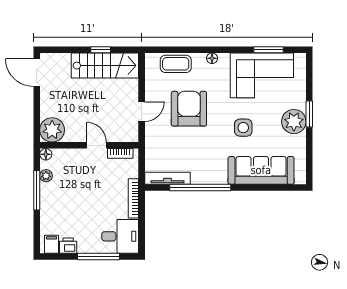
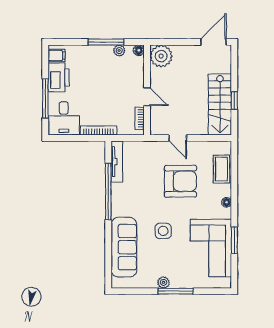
window: (269, 50) -> (234, 240), moved
window: (309, 114) -> (176, 291), width x1.44
plant: (294, 122) -> (163, 282), width x0.53, depth x0.53
door: (96, 145) -> (147, 97), hinge flipped
printer: (68, 246) -> (59, 77), width x1.87, depth x1.48

